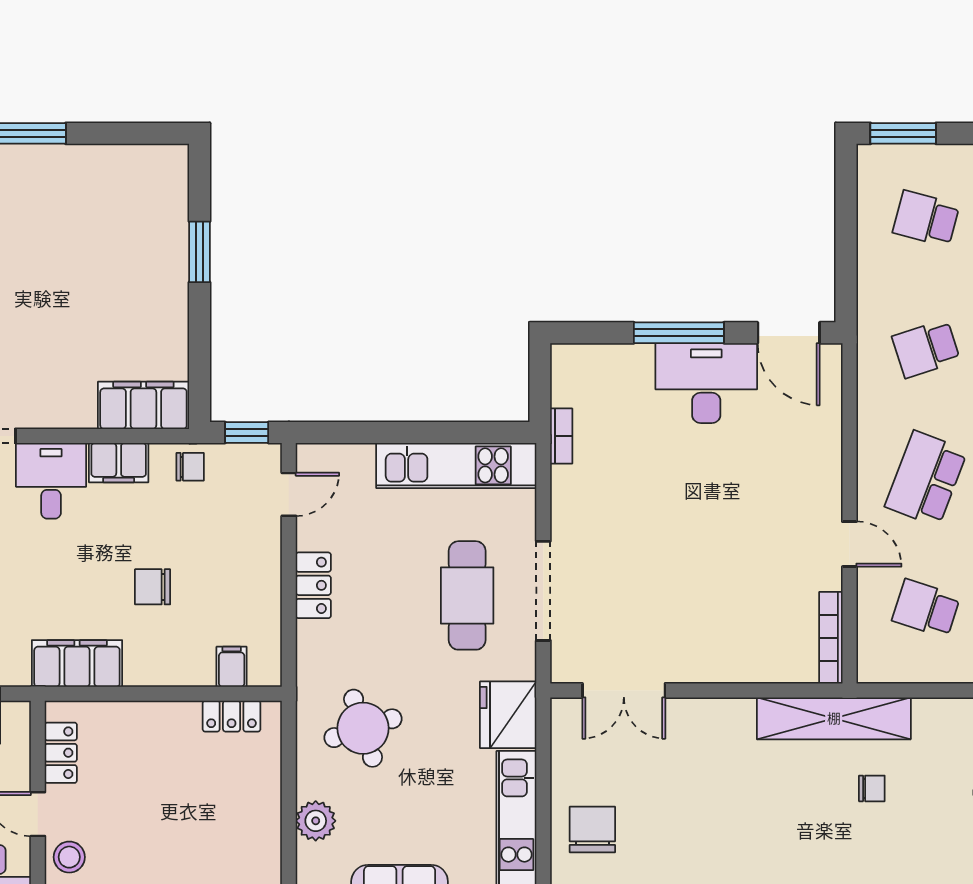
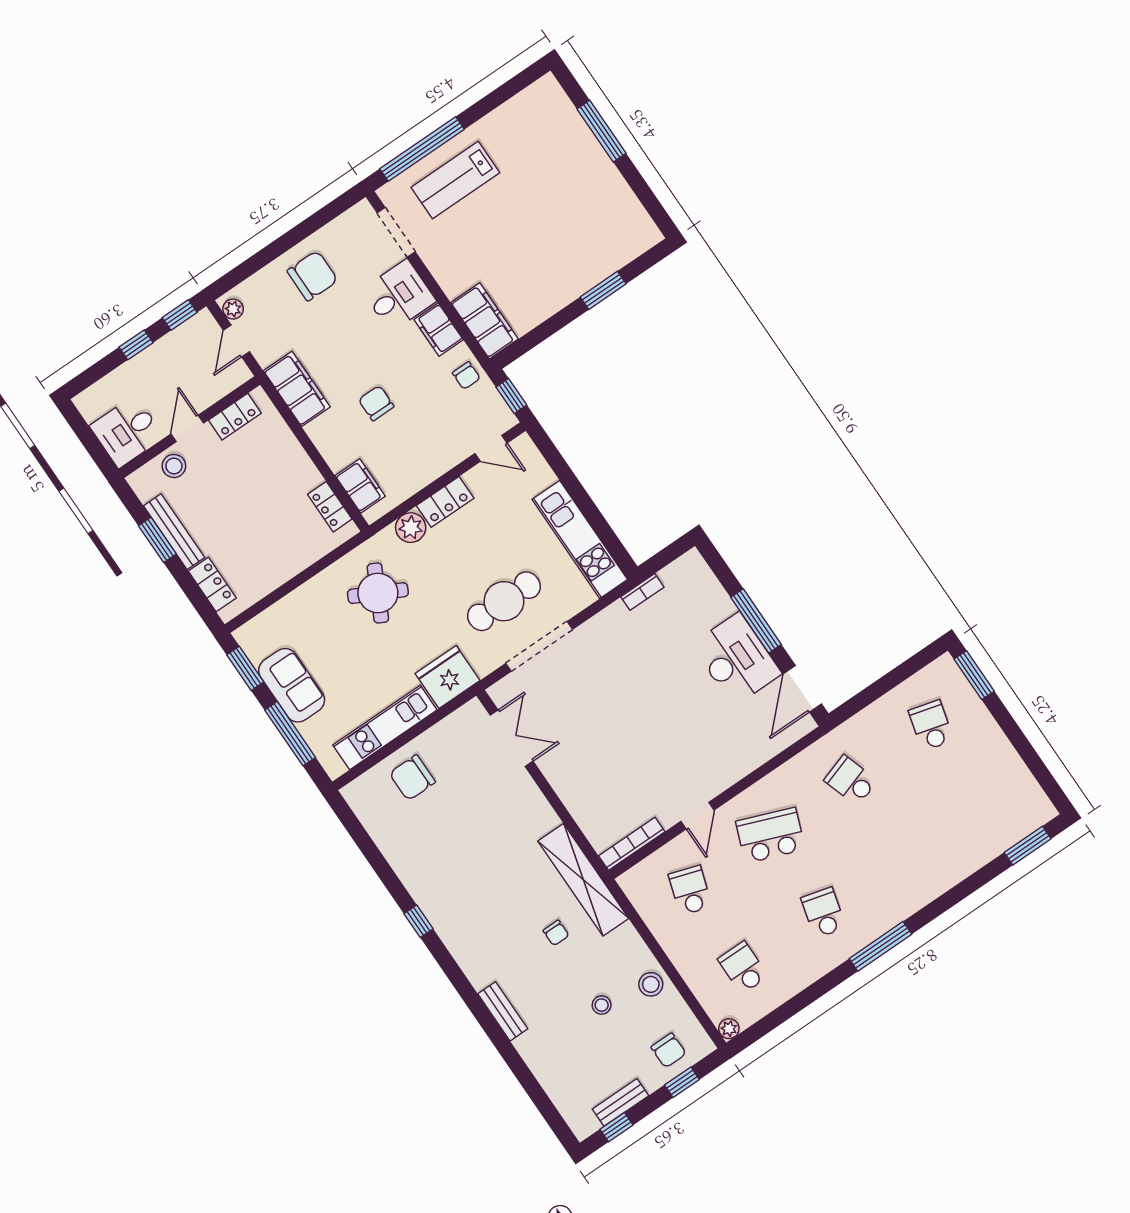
filing cabinet: (232, 667) -> (360, 486), width x2.00
double door: (624, 690) -> (512, 738), swing flipped
round table: (363, 728) -> (378, 593), turned 45
plant: (316, 821) -> (411, 528), moved
chair: (592, 829) -> (412, 778), turned 180

